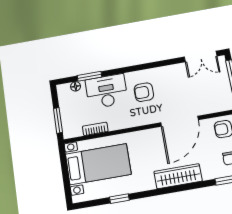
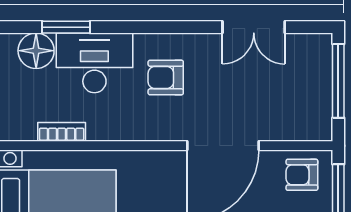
double door: (201, 56) -> (254, 27), moved
floor lamp: (76, 86) -> (36, 51), width x1.89, depth x1.89

